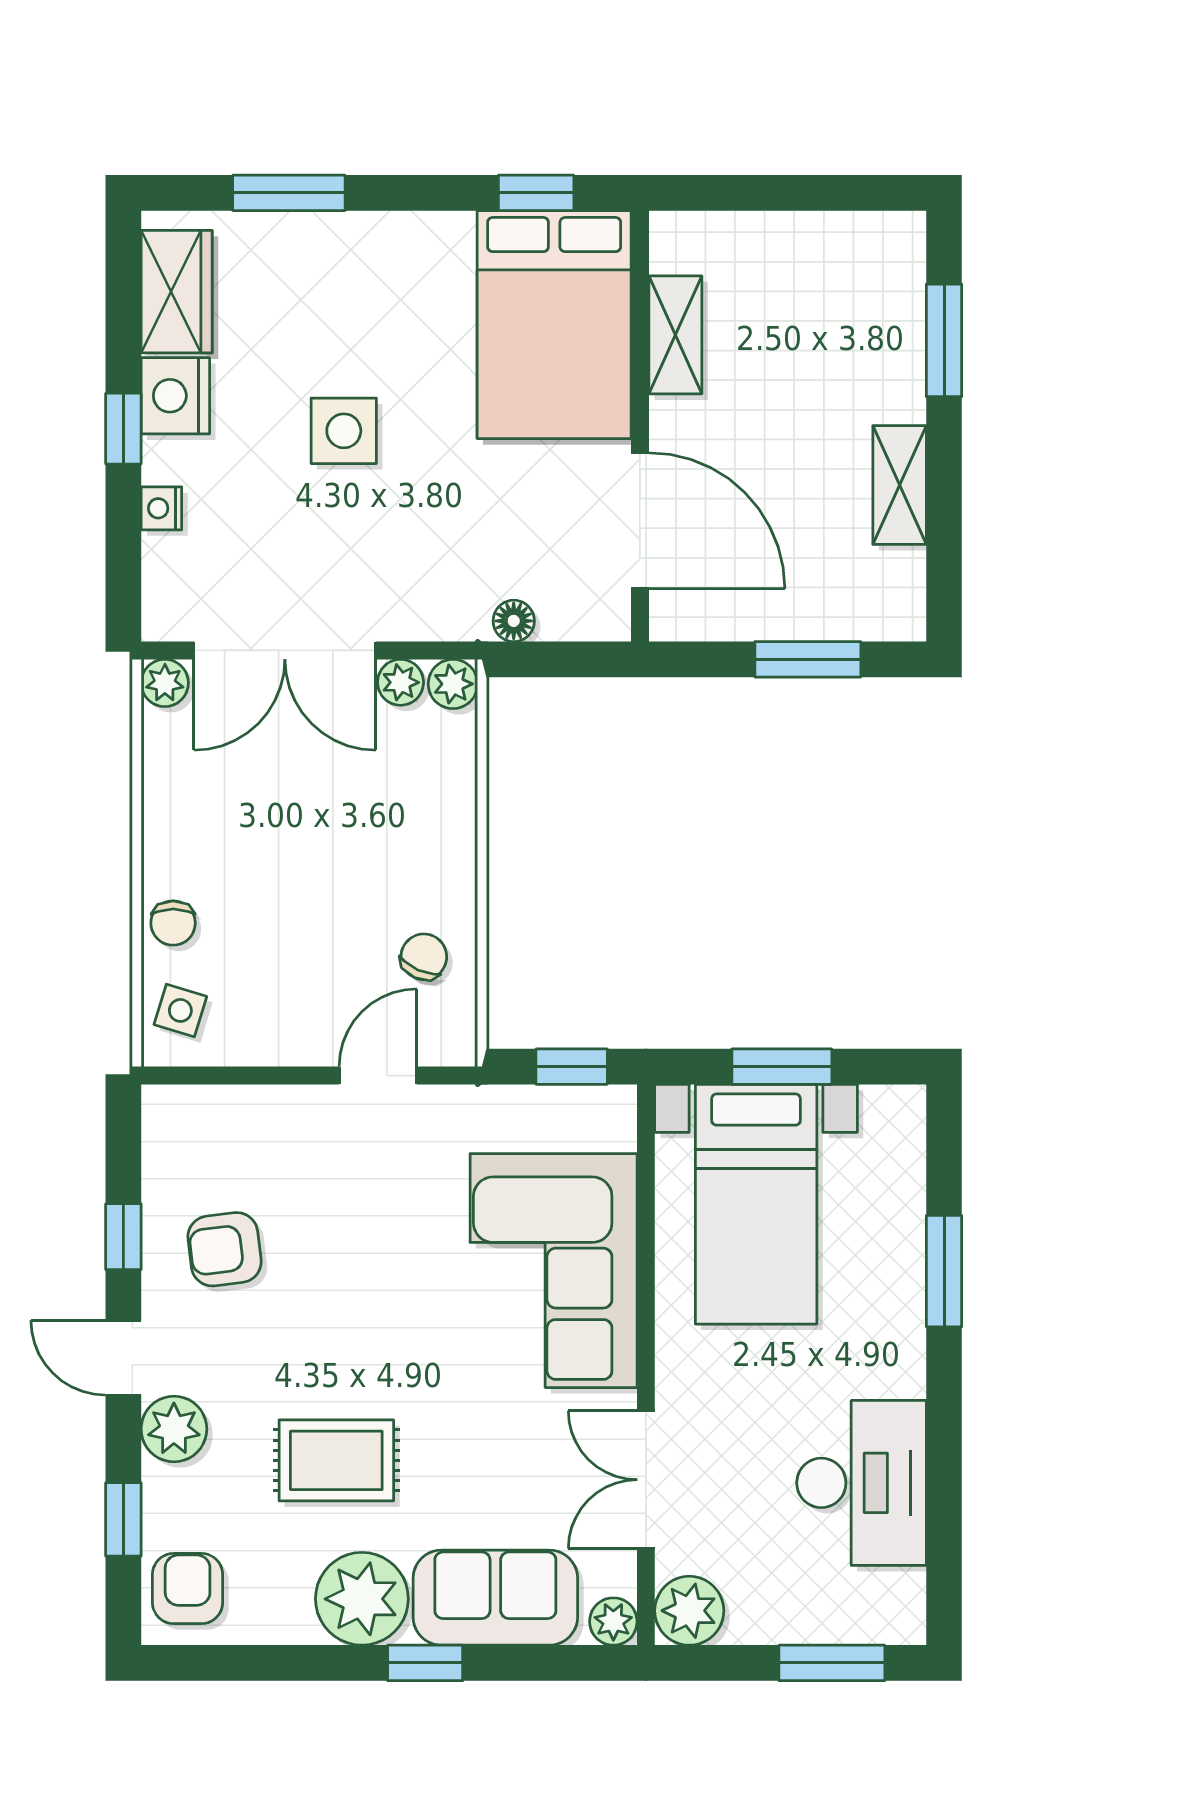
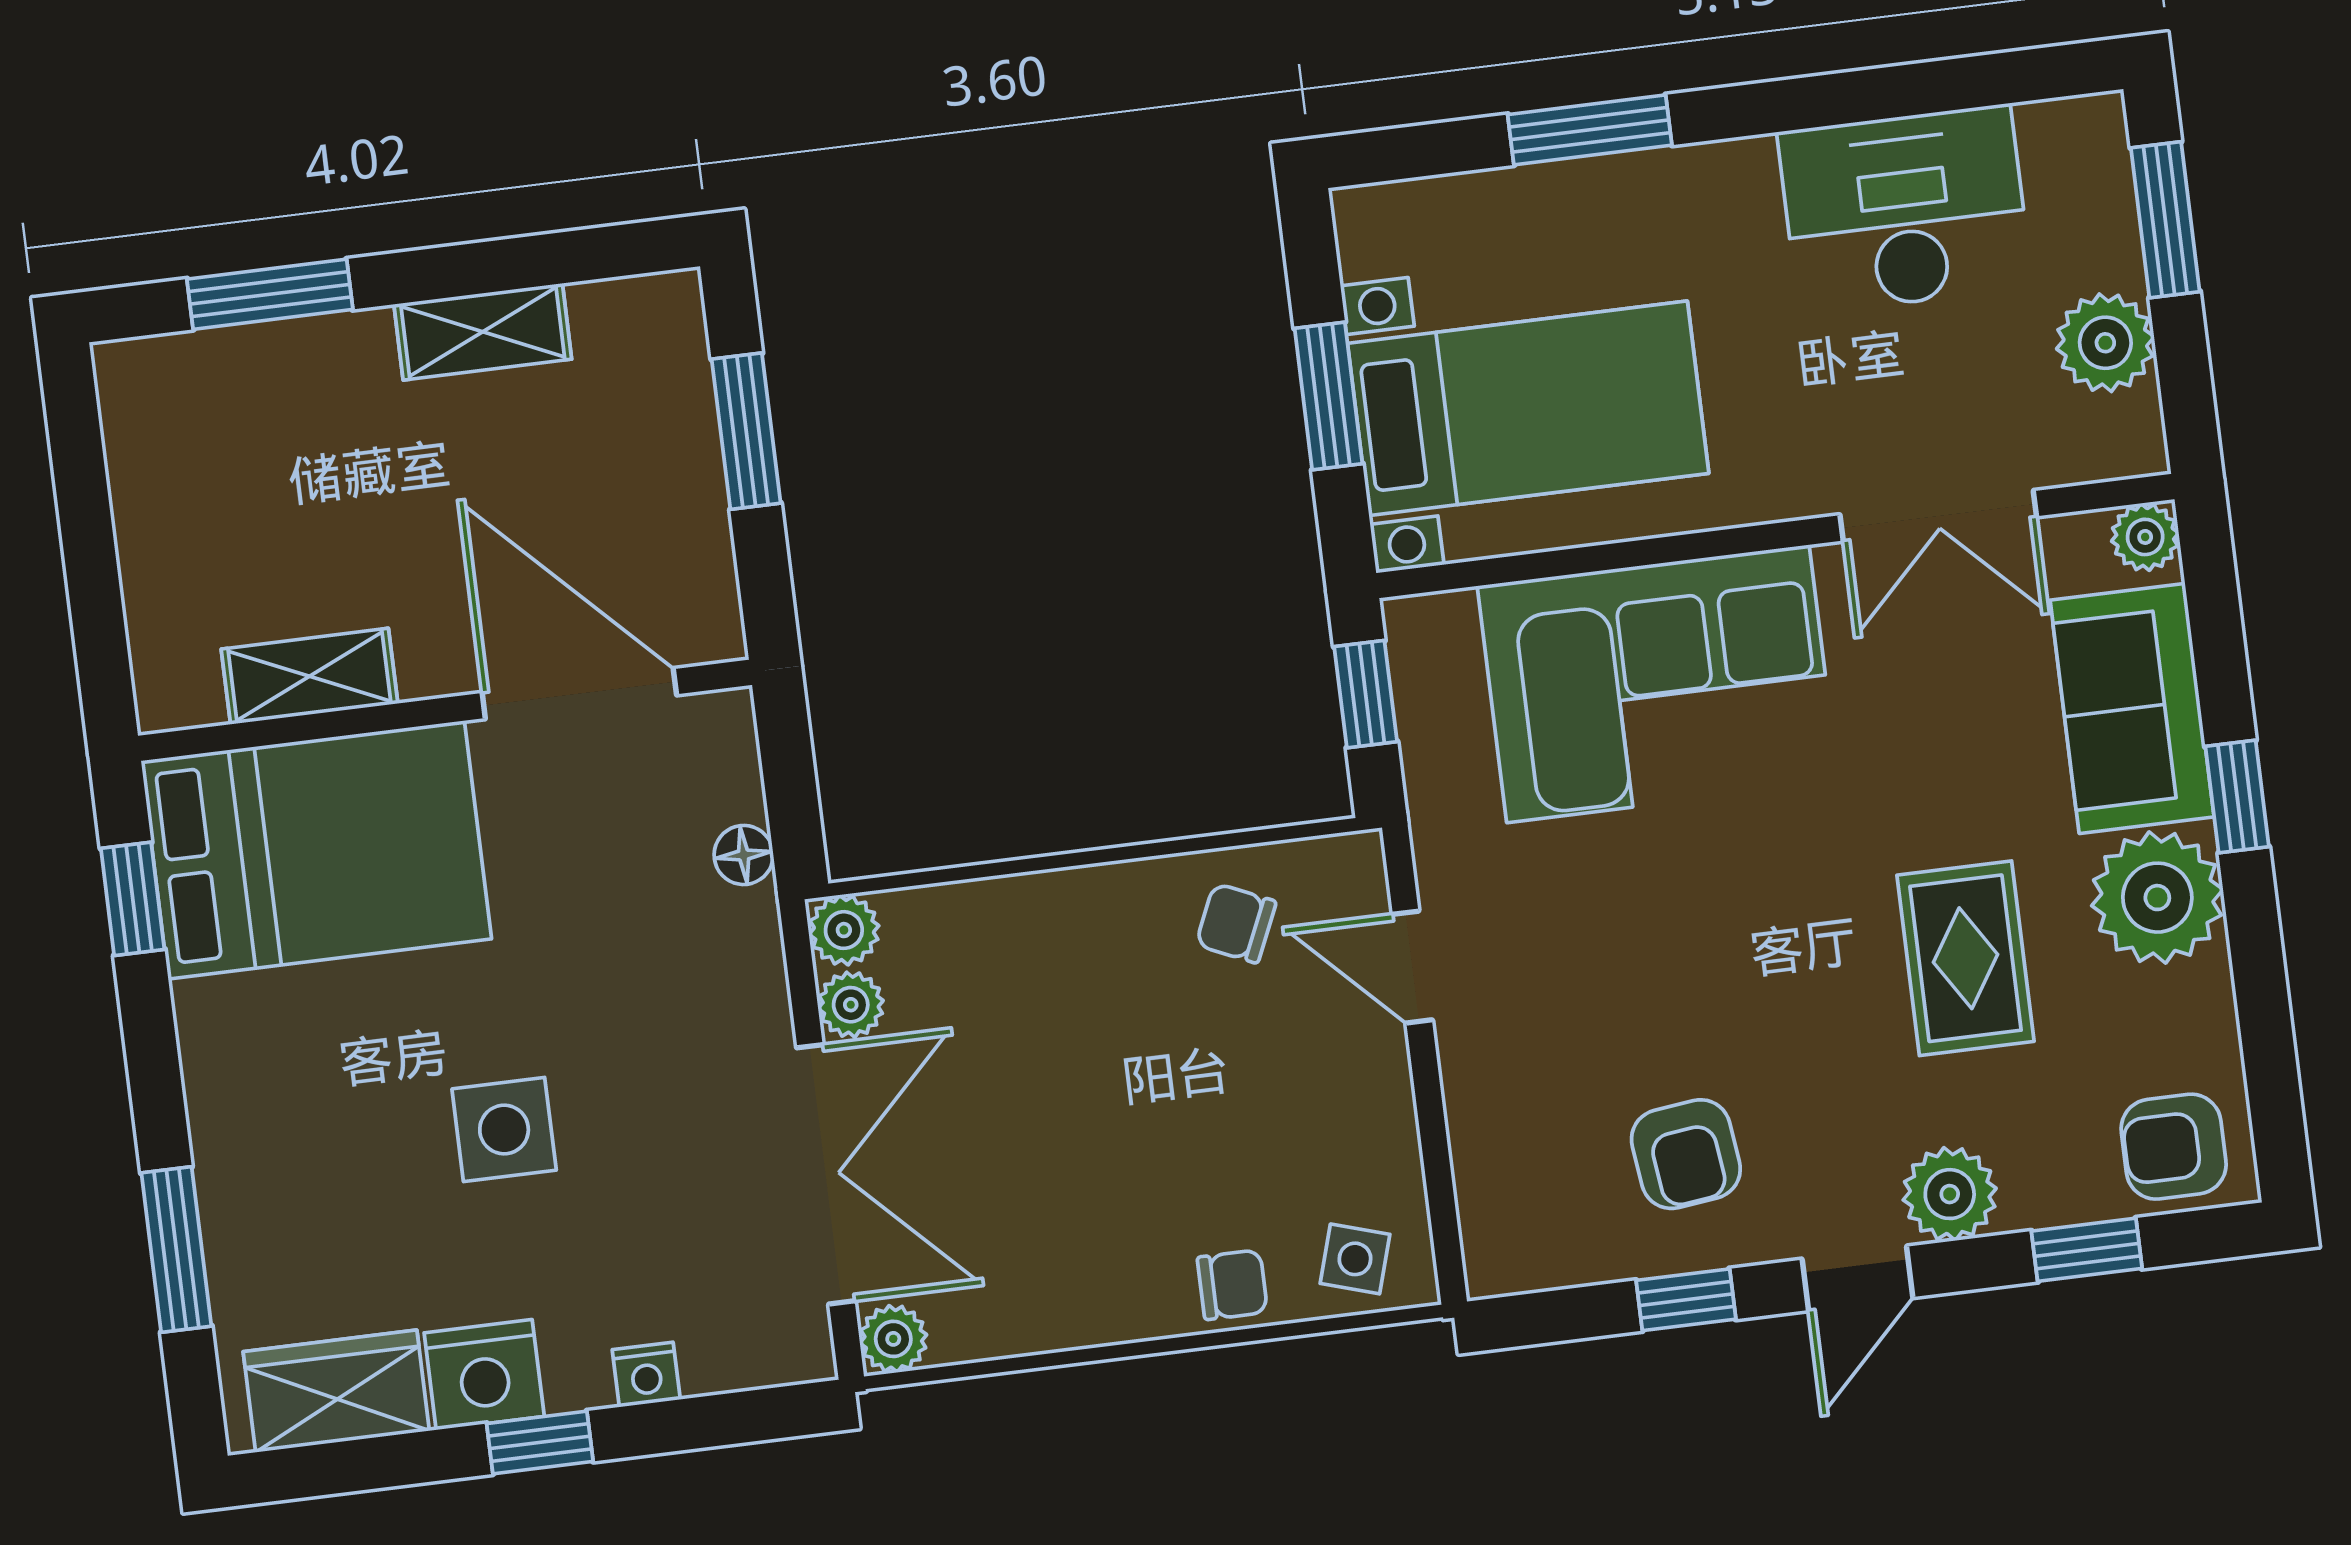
door: (640, 521) -> (579, 694), hinge flipped
plant: (689, 1611) -> (2105, 343), moved

